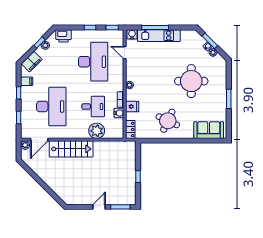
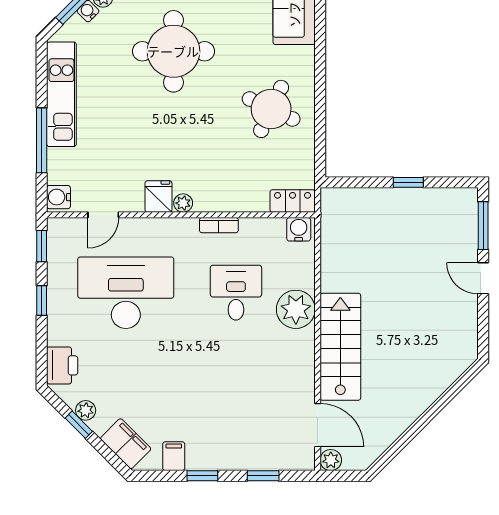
kitchen unit: (159, 36) -> (61, 94), moved
desk: (51, 106) -> (236, 396), removed
fridge: (132, 107) -> (158, 196), moved
water cooler: (119, 113) -> (299, 229), moved
plant: (97, 131) -> (296, 309), moved

